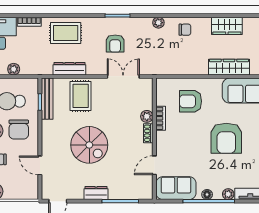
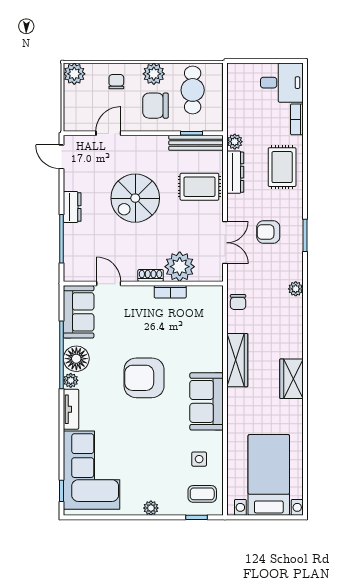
chair: (185, 30) -> (238, 302), moved
wardrobe: (229, 67) -> (237, 360), moved
plant: (14, 69) -> (235, 142), moved
armchair: (191, 101) -> (192, 331), removed
plant: (147, 116) -> (180, 267), width x1.87, depth x1.87
floor lamp: (207, 194) -> (76, 359), width x1.89, depth x1.89

